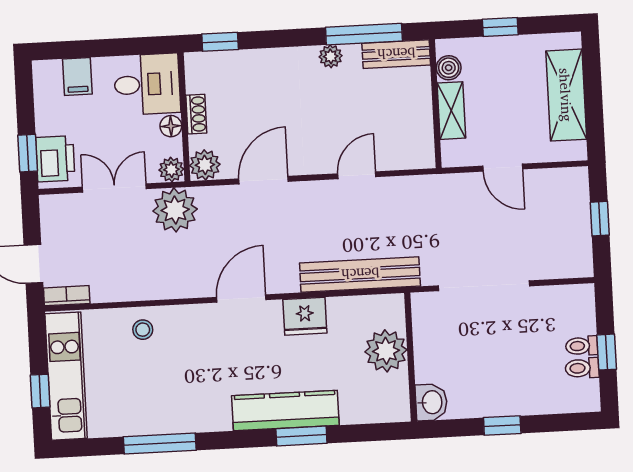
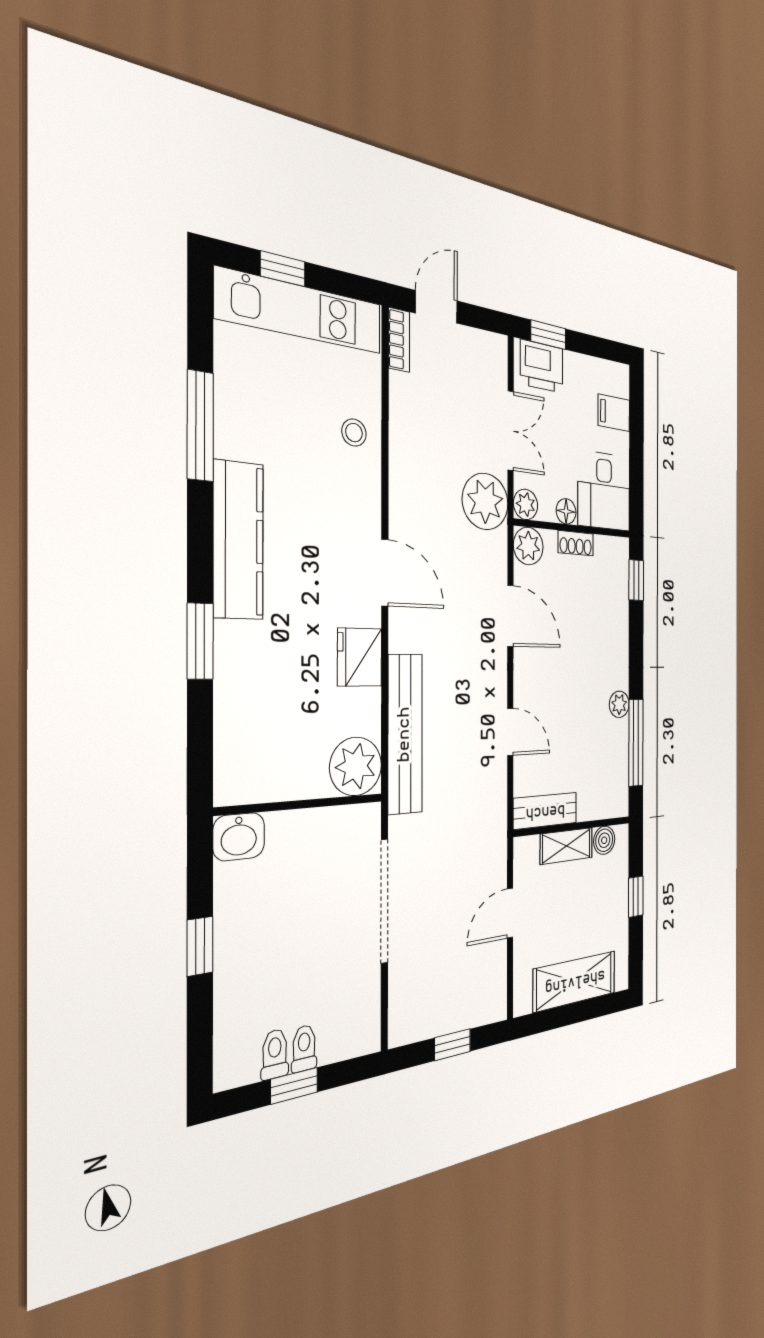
bench: (396, 54) -> (545, 811), moved, turned 90
plant: (386, 351) -> (356, 766), moved
kitchen counter: (285, 410) -> (238, 540), moved

